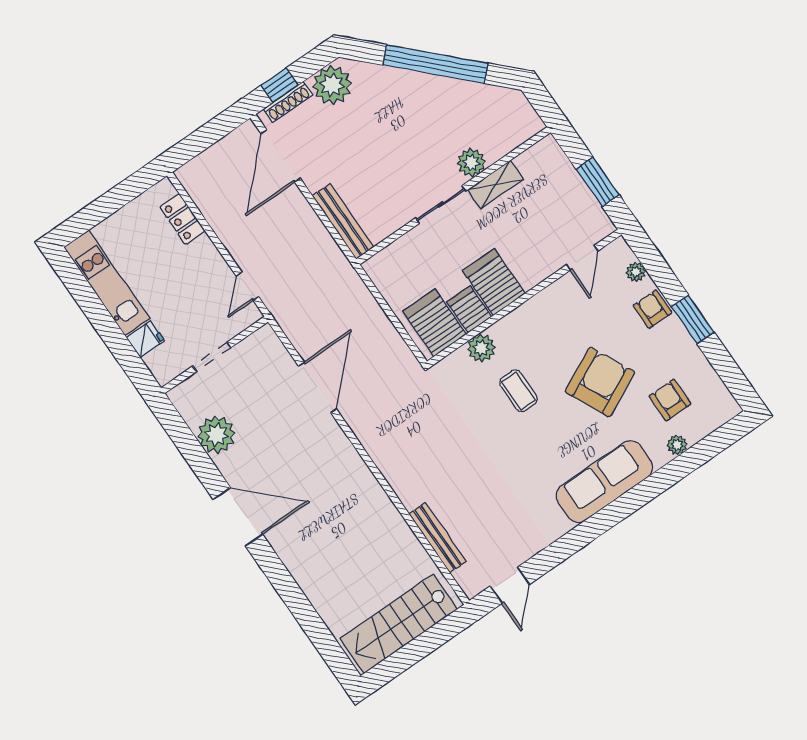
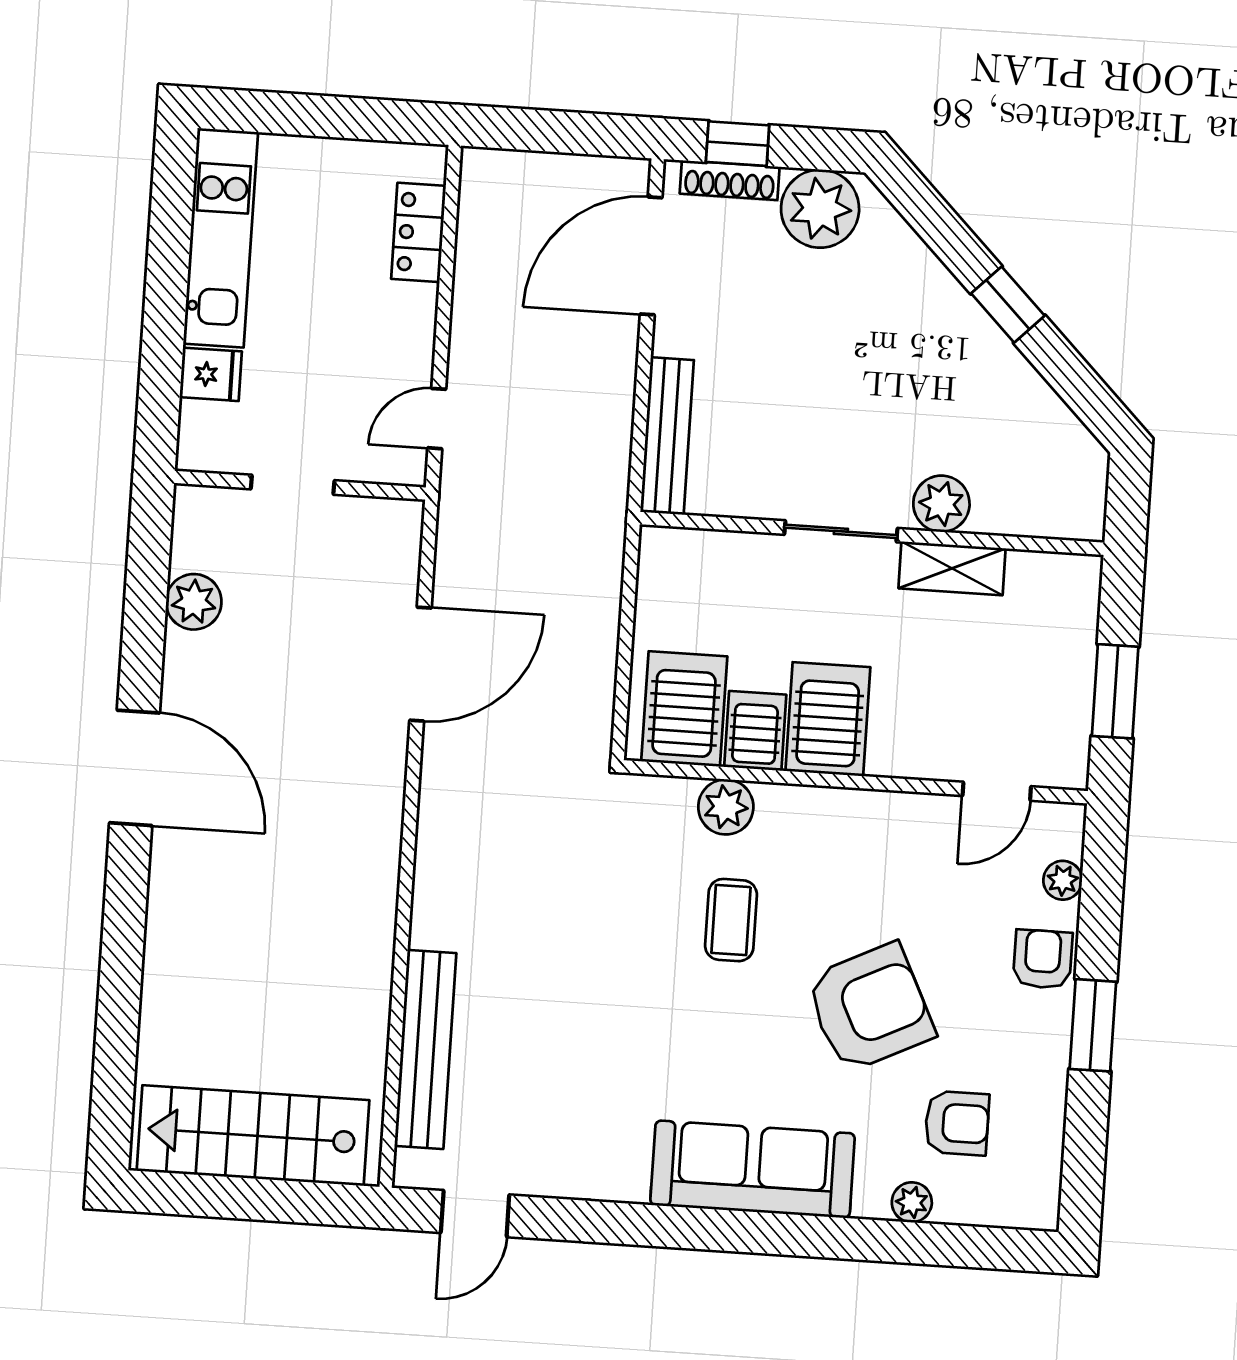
window: (435, 64) -> (1008, 305), width x0.32
armchair: (670, 400) -> (957, 1123), turned 90
plant: (216, 435) -> (194, 602), width x0.73, depth x0.73
bench: (438, 538) -> (425, 1049), width x1.37, depth x1.21

